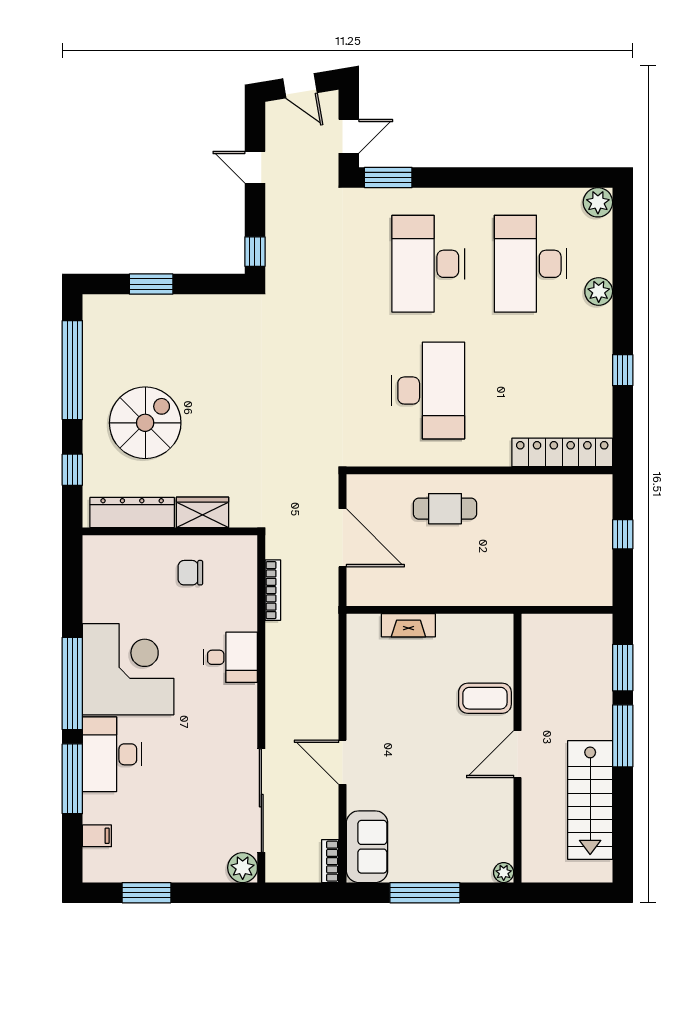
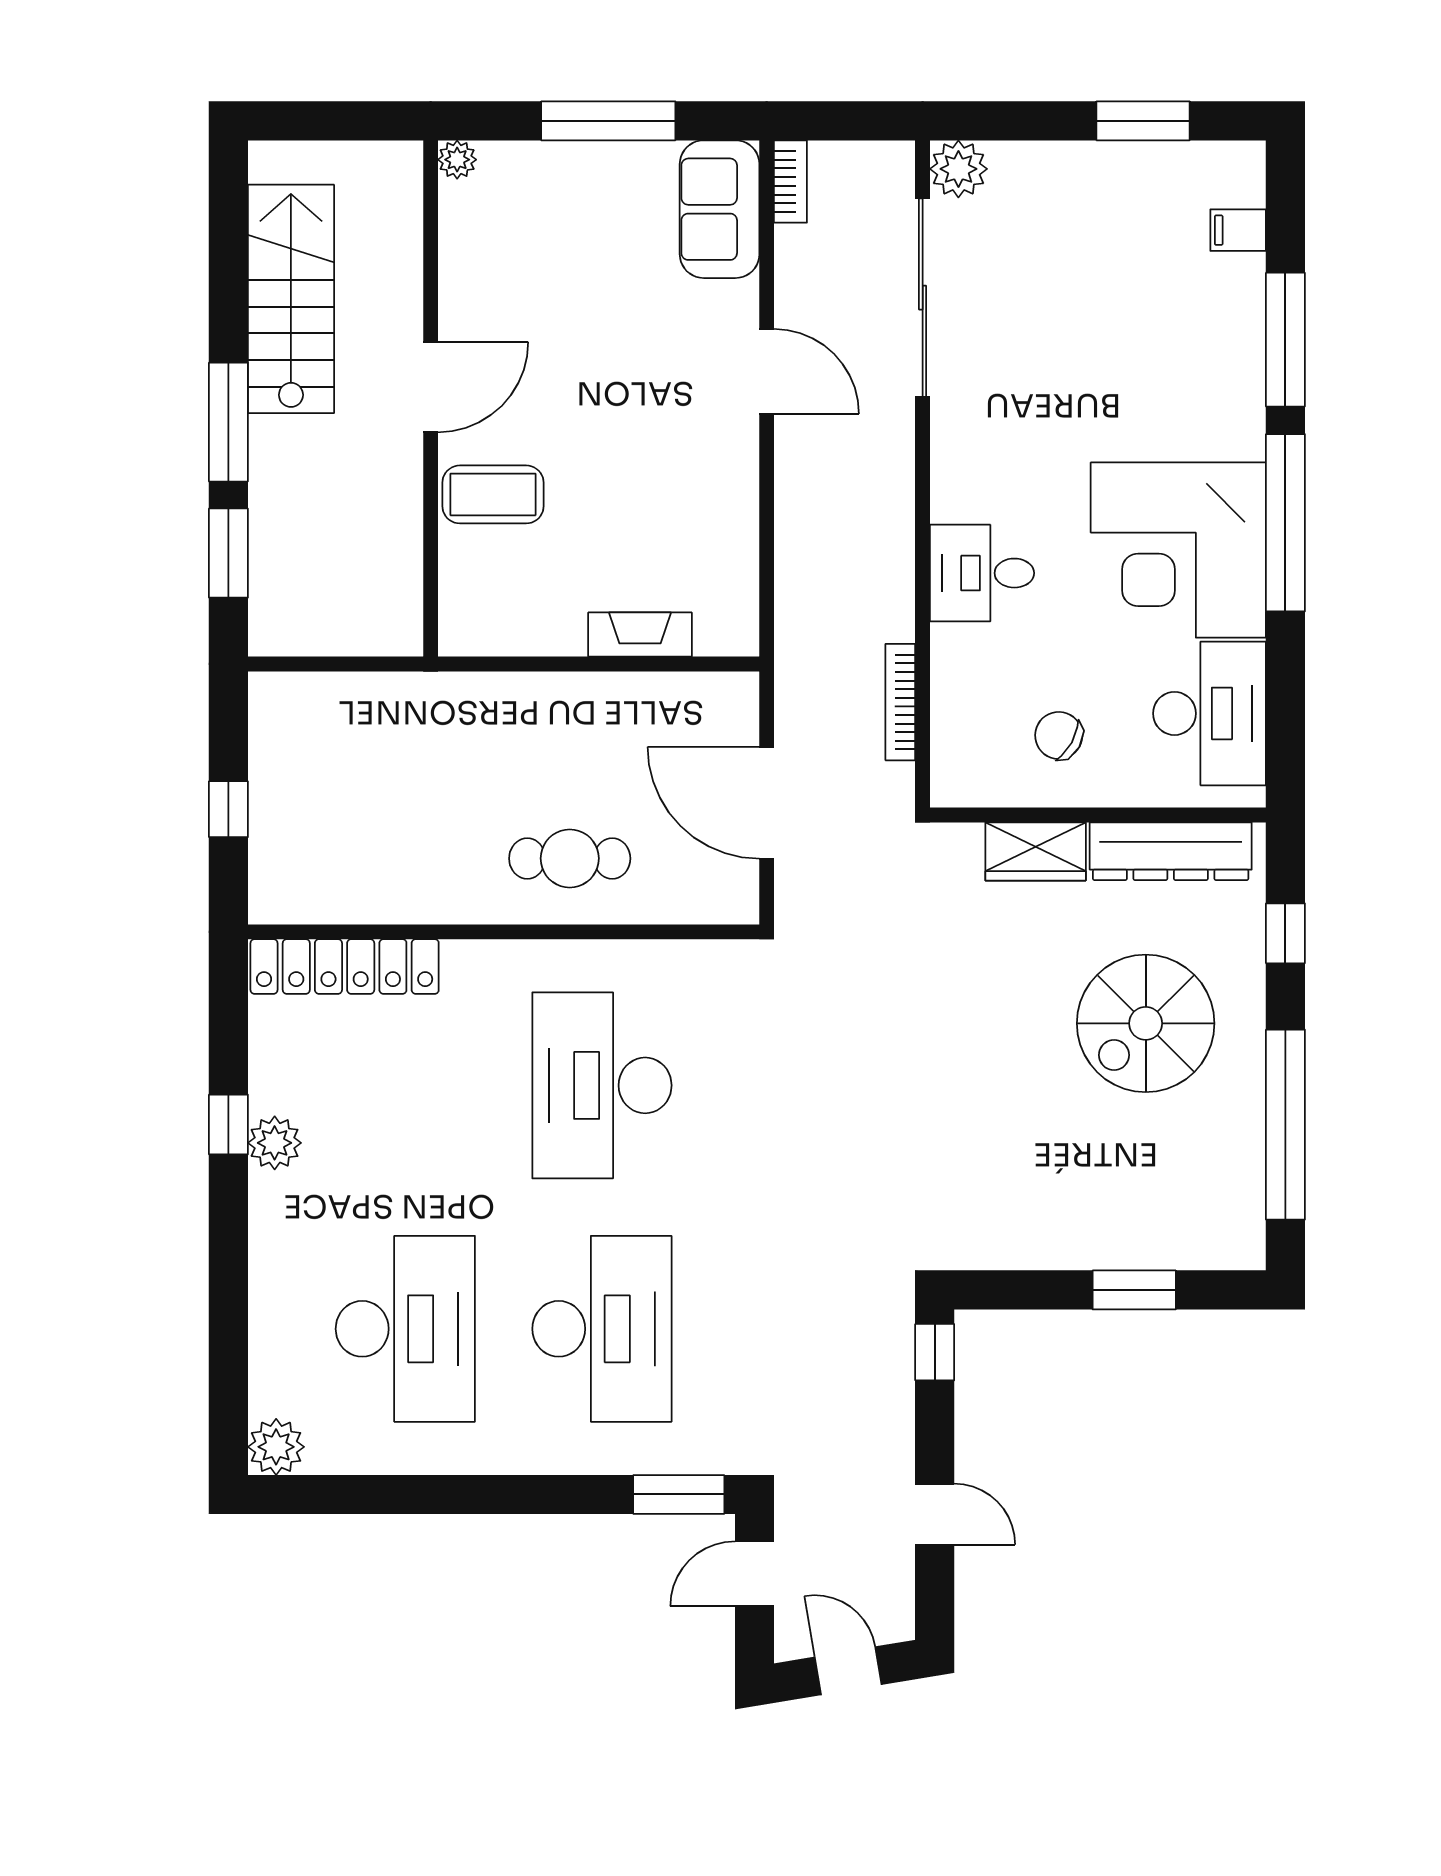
plant: (599, 291) -> (275, 1143), moved
chair: (190, 573) -> (1059, 735), turned -151
desk: (112, 754) -> (1209, 713), moved

